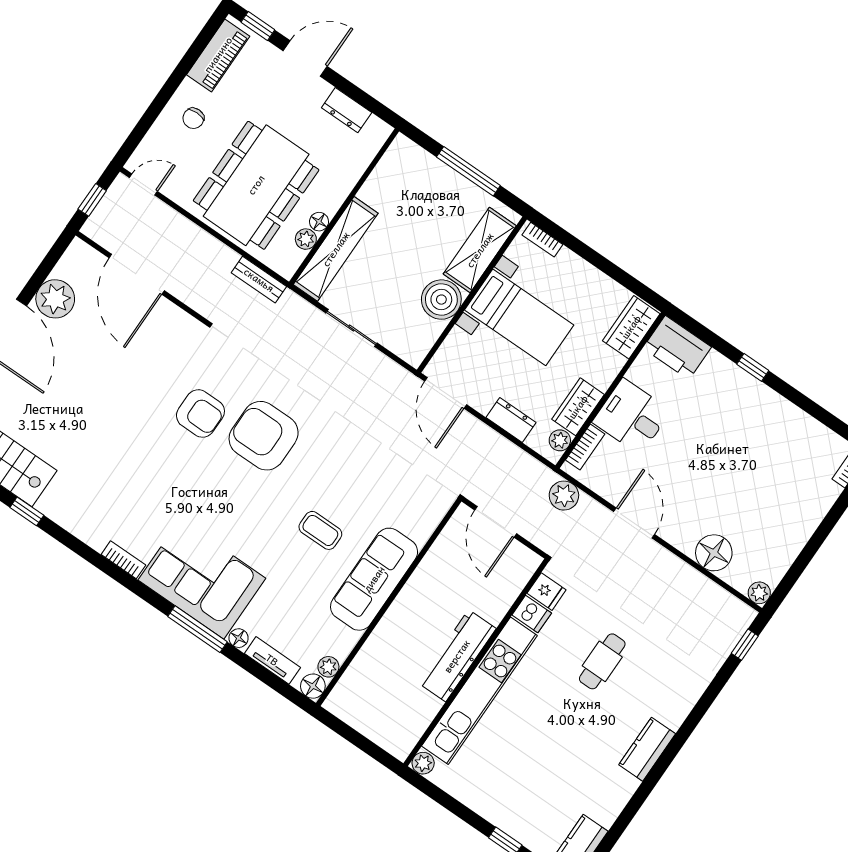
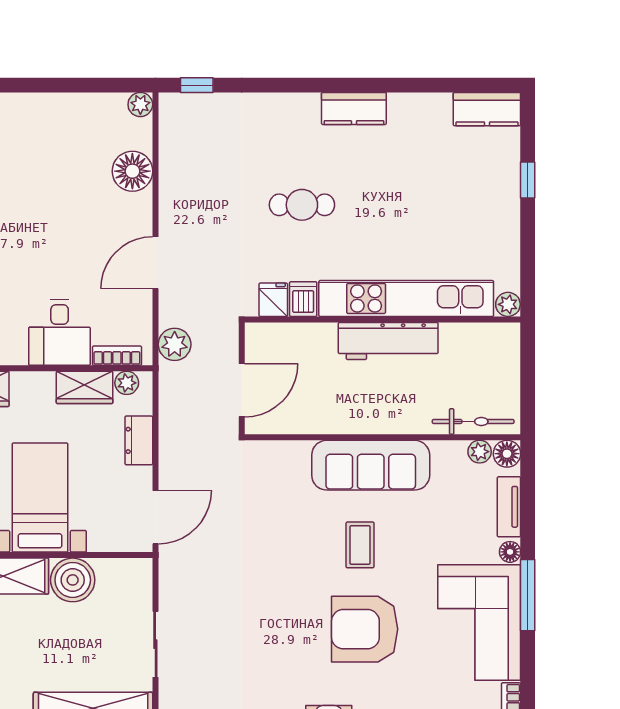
armchair: (264, 436) -> (365, 629), moved, turned 90
bicycle: (354, 677) -> (473, 421), added

